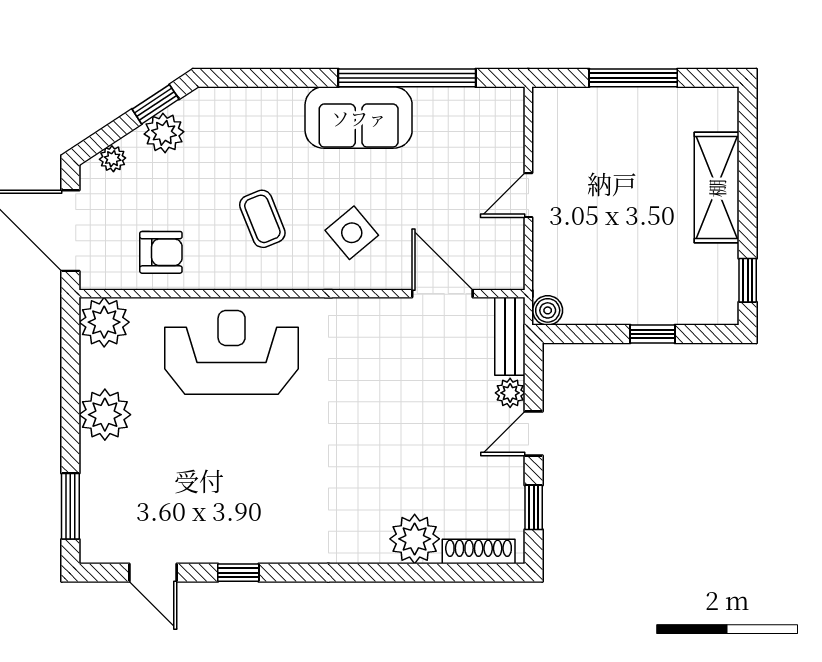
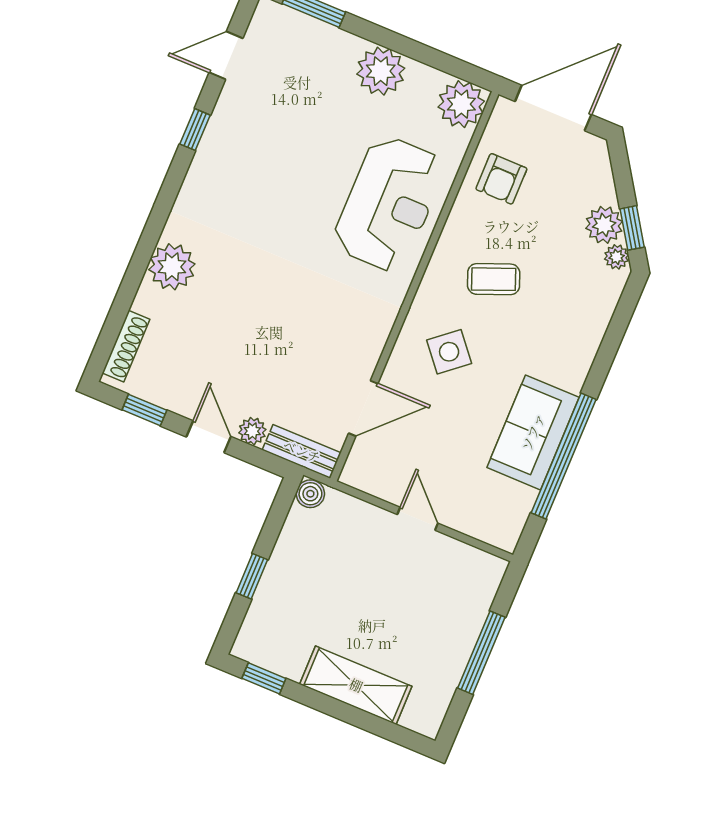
sofa: (359, 118) -> (533, 432), moved
plant: (113, 159) -> (617, 257), moved
plant: (415, 539) -> (172, 267), moved

